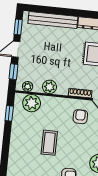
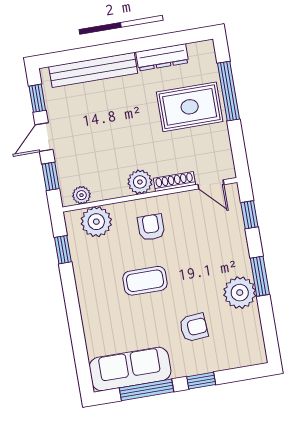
plant: (50, 87) -> (140, 182), moved
armchair: (80, 117) -> (151, 227), moved
coffee table: (49, 143) -> (145, 281), turned 90

